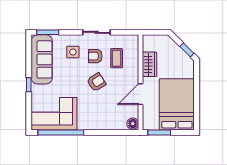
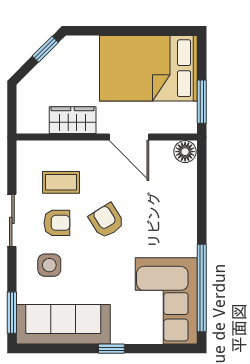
armchair: (95, 56) -> (57, 223), turned -90

